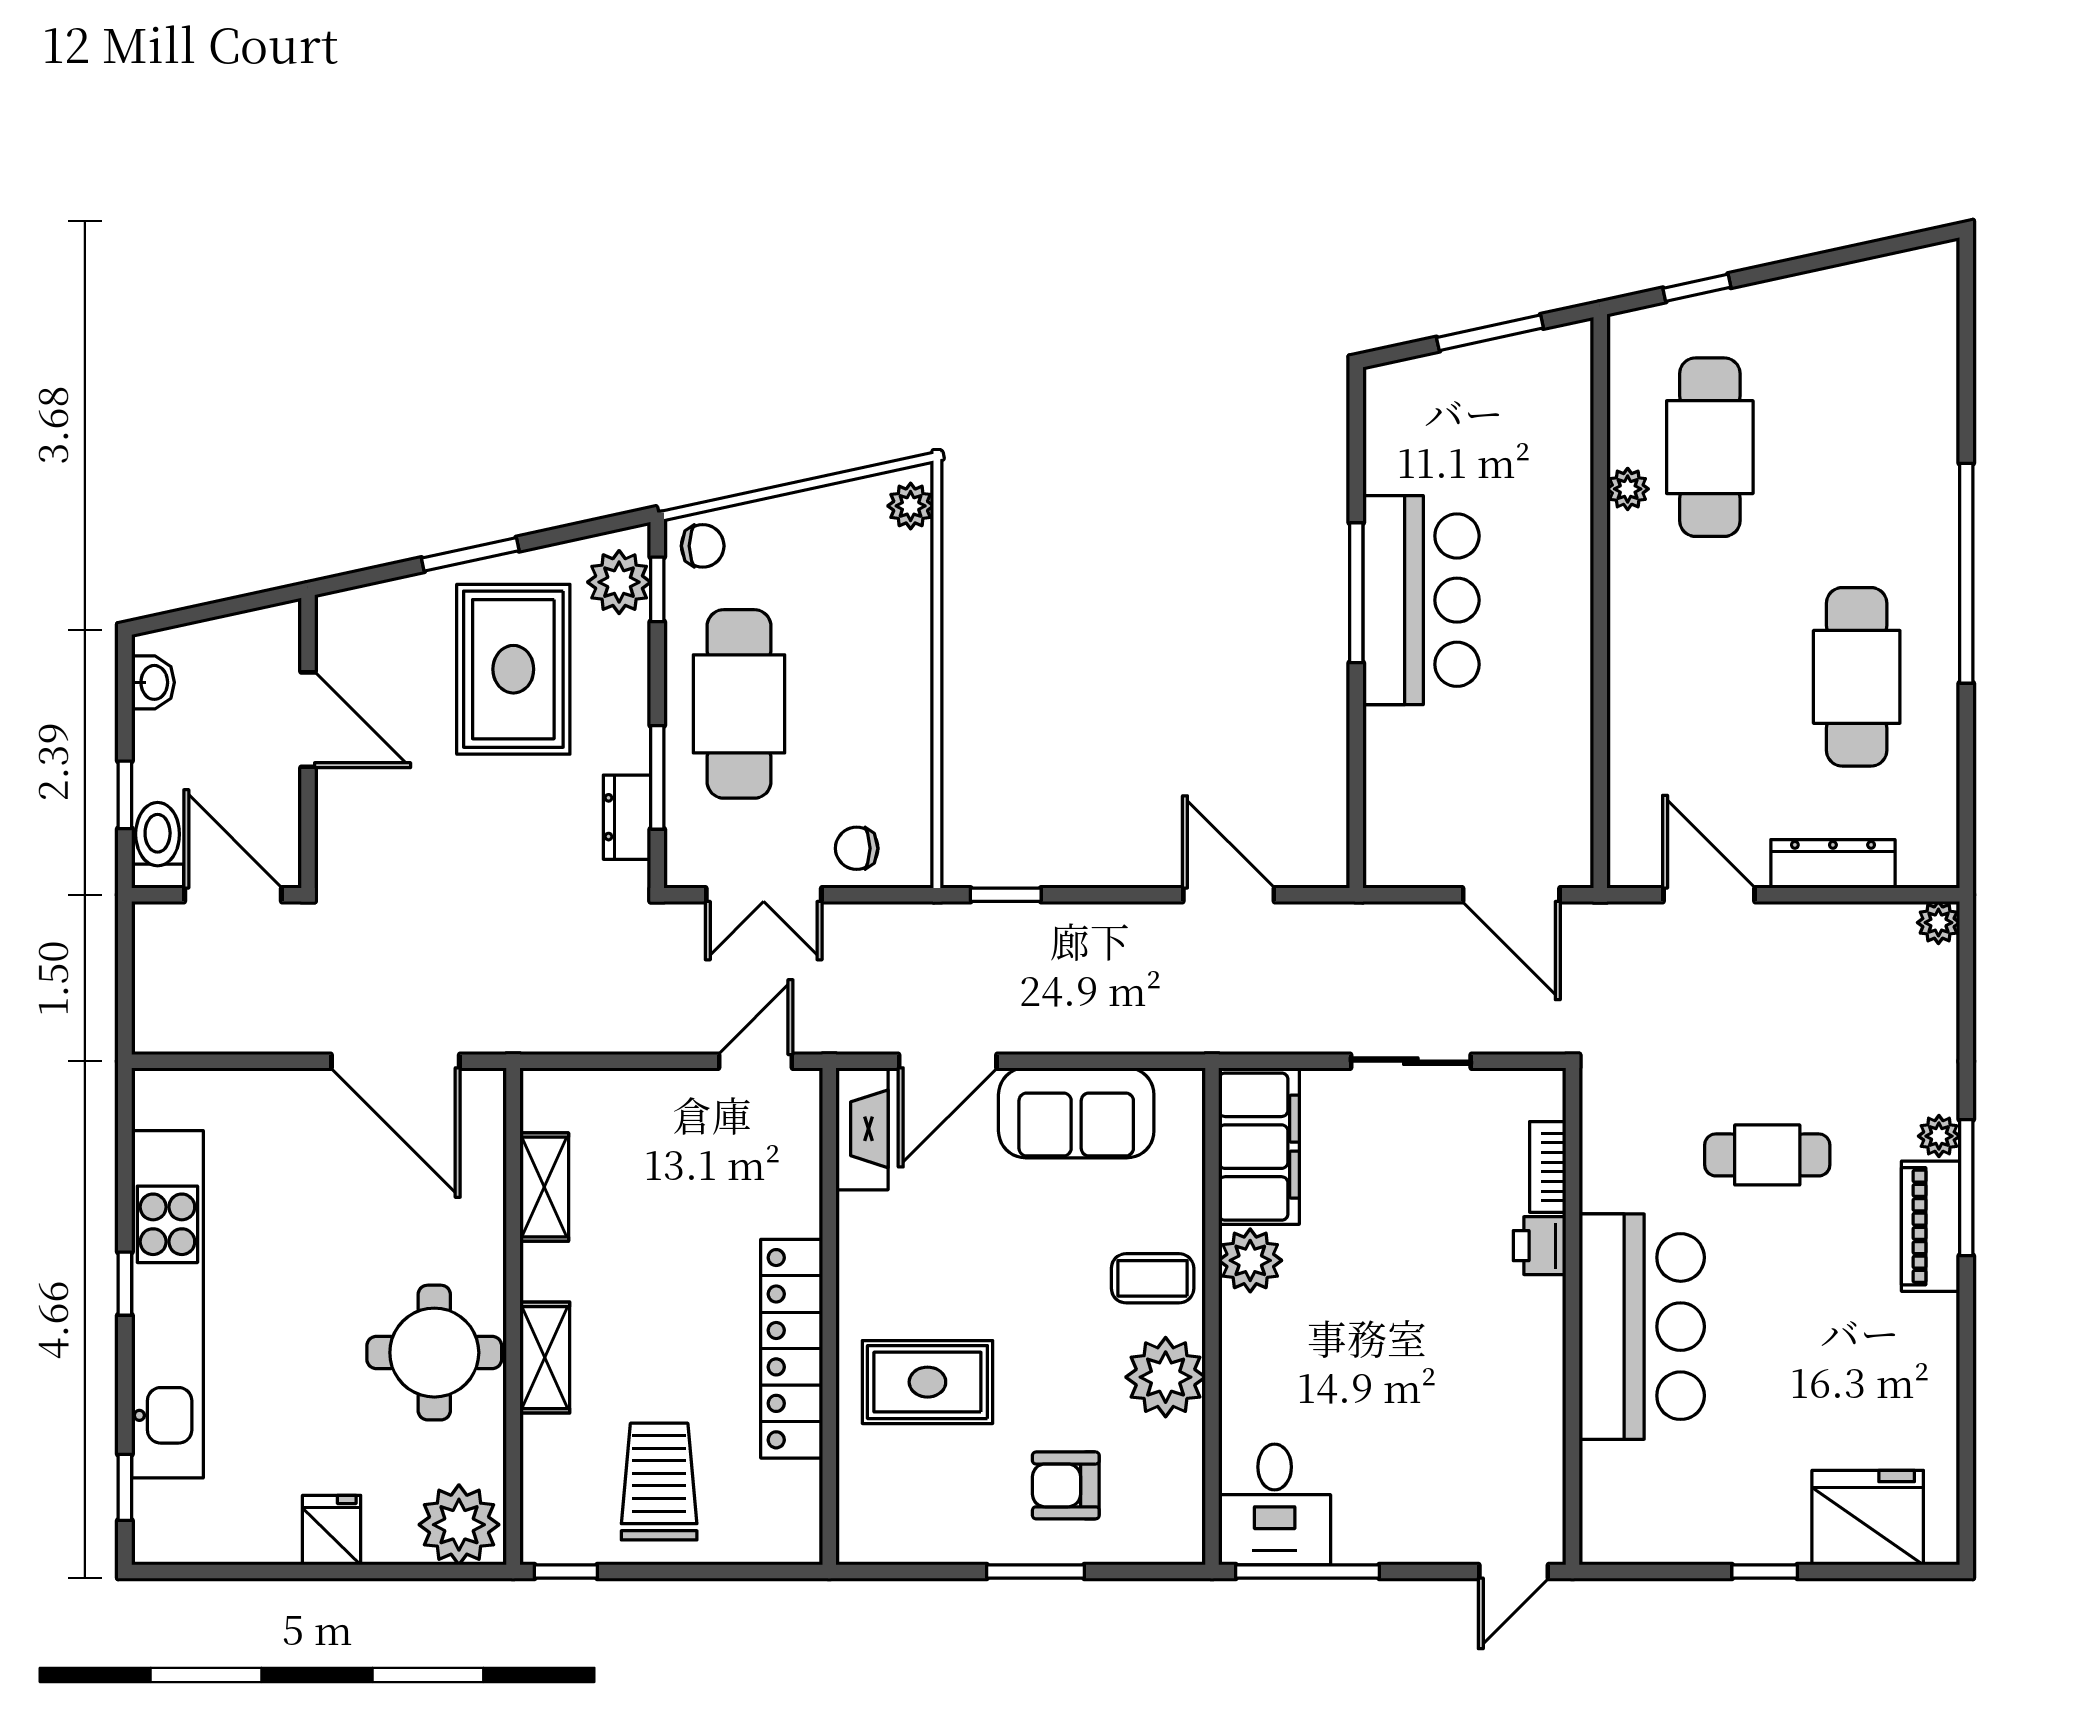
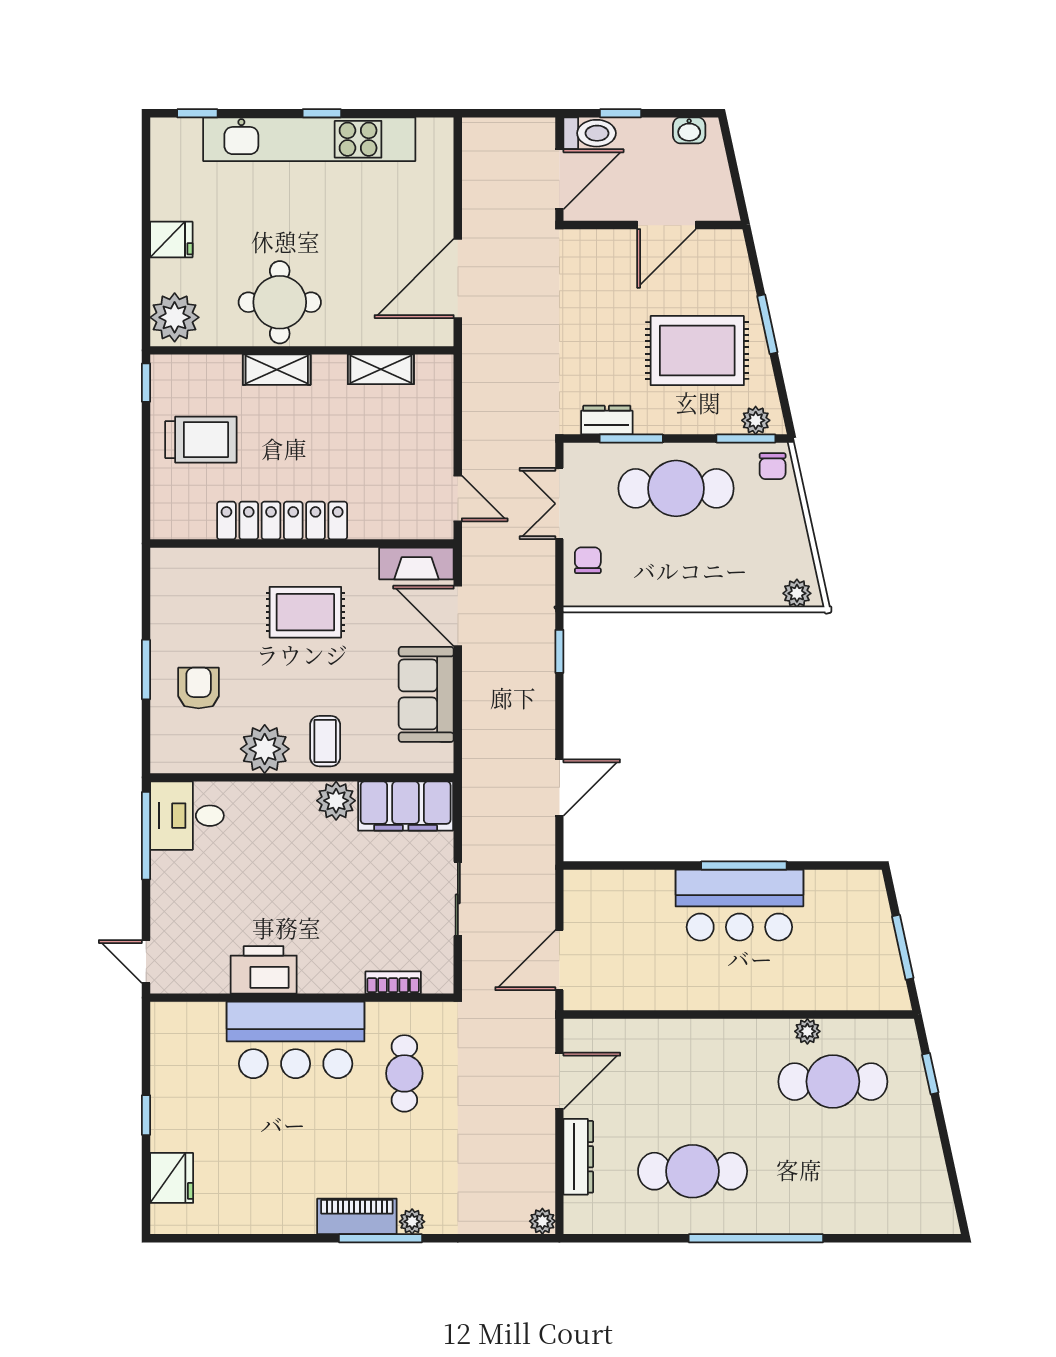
plant: (619, 582) -> (756, 420), width x0.73, depth x0.73
window: (657, 589) -> (746, 439), width x1.50
cafe table: (1767, 1155) -> (404, 1073), moved
printer: (1540, 1246) -> (264, 970), moved, width x1.87, depth x1.48
rug: (927, 1382) -> (305, 612), moved, turned 90
fridge: (1868, 1518) -> (172, 1178), width x0.73, depth x0.75

